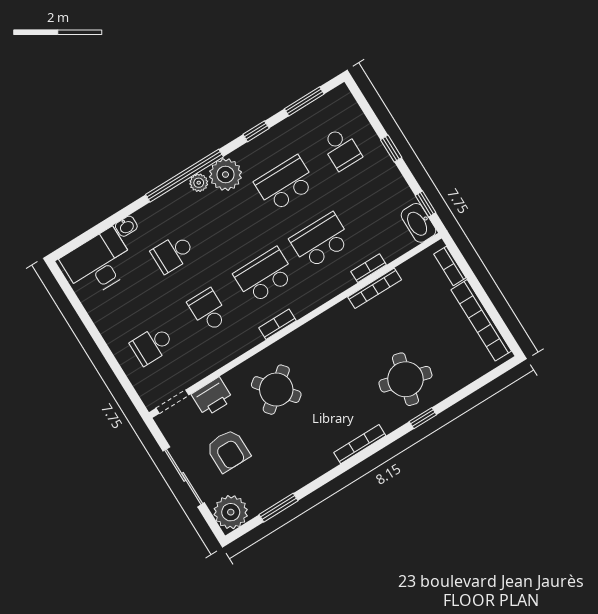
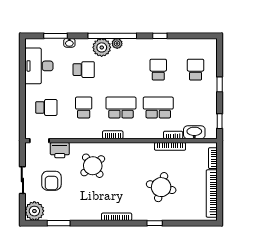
window: (304, 101) -> (56, 36), moved
school desk: (341, 149) -> (196, 70), turned 180
plant: (225, 175) -> (102, 47), moved
school desk: (285, 184) -> (158, 70), width x0.54
washbasin: (418, 223) -> (194, 132), moved, turned 90
school desk: (173, 253) -> (84, 70), turned 180
desk: (98, 263) -> (39, 66), moved, turned -90
school desk: (152, 345) -> (46, 107), turned 180
round table: (405, 379) -> (161, 187), moved
sliding door: (184, 477) -> (22, 180), width x0.73

